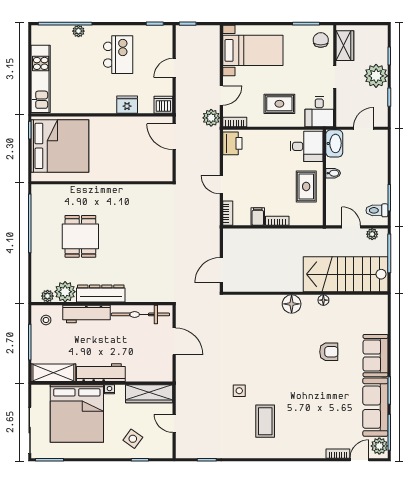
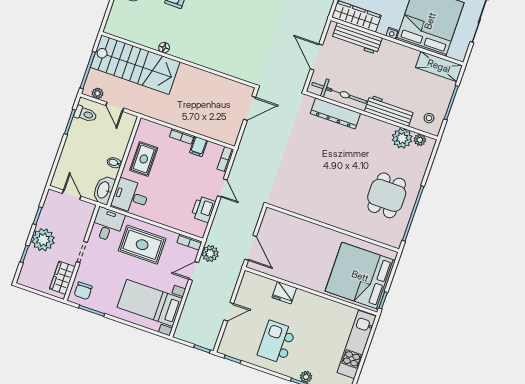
rug: (279, 104) -> (142, 245), width x1.36, depth x1.43
dishwasher: (163, 105) -> (251, 281), removed
door: (363, 128) -> (72, 195), swing flipped
printer: (232, 143) -> (203, 209), moved
dining table: (80, 236) -> (387, 195), moved
dresser: (101, 293) -> (335, 113), moved
floor lamp: (292, 304) -> (195, 54), removed
workbench: (101, 373) -> (357, 38), moved

